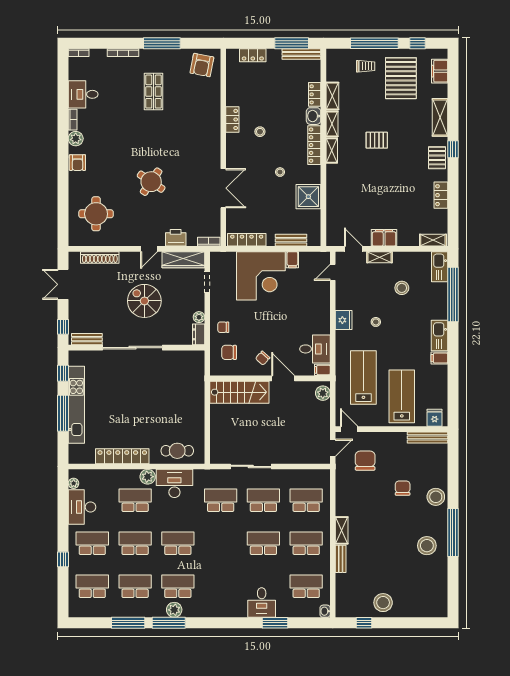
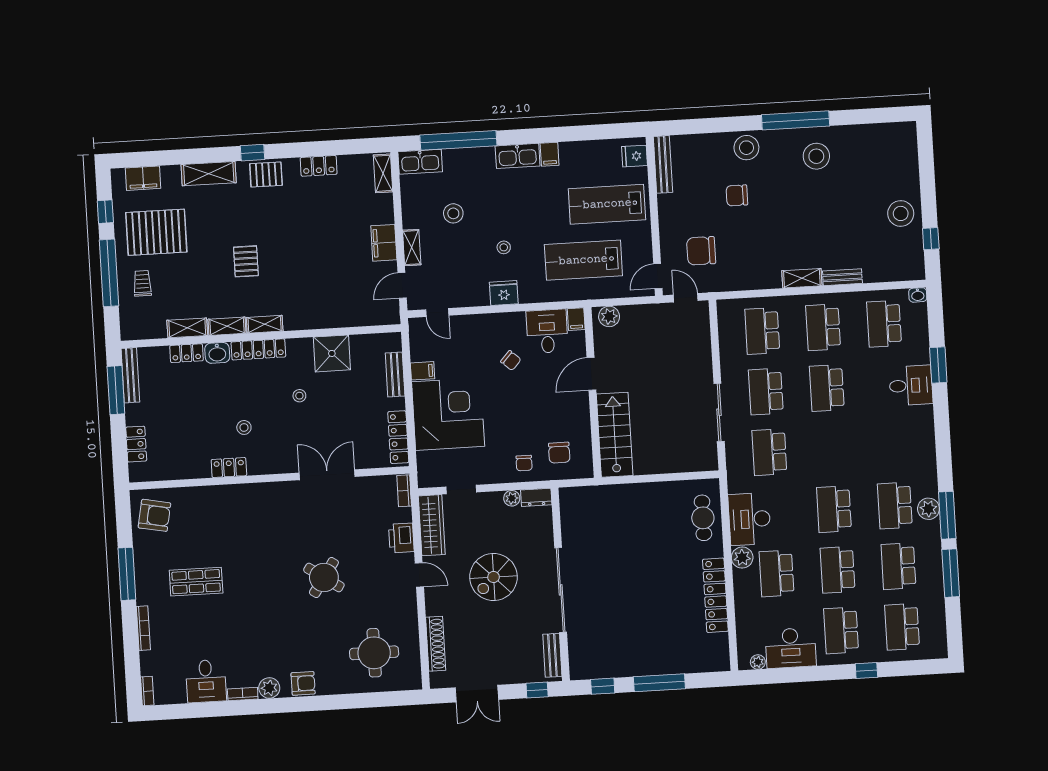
chair: (263, 358) -> (511, 361), moved
kitchen unit: (76, 405) -> (646, 665), removed

